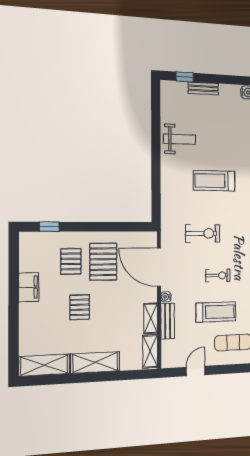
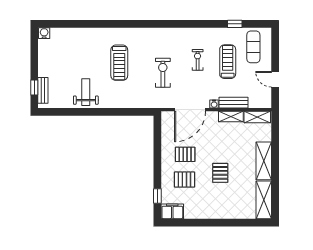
bench: (203, 88) -> (43, 90), moved
pallet: (103, 262) -> (185, 154), width x0.67, depth x0.71
filing cabinet: (29, 287) -> (172, 211), moved
pallet: (80, 307) -> (220, 173), turned 90

